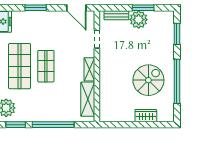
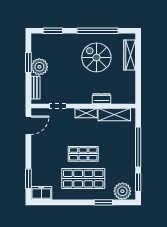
window: (36, 8) -> (28, 179), moved
dresser: (105, 86) -> (101, 99), added
wardrobe: (146, 116) -> (130, 55), width x1.50

